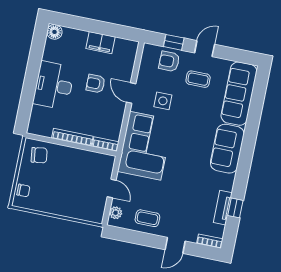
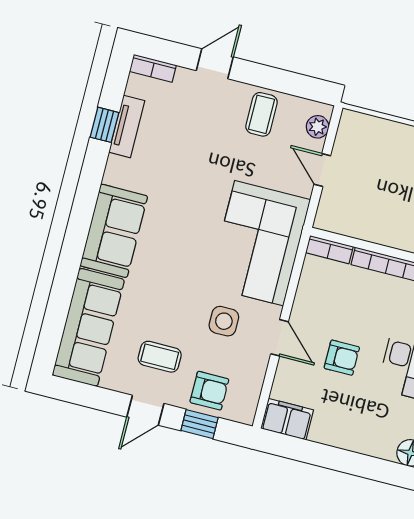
filing cabinet: (101, 43) -> (287, 419), moved
coffee table: (147, 218) -> (261, 114), turned 90

